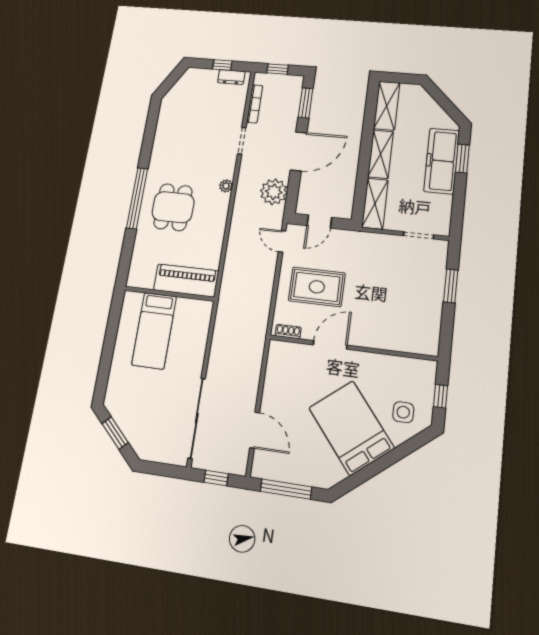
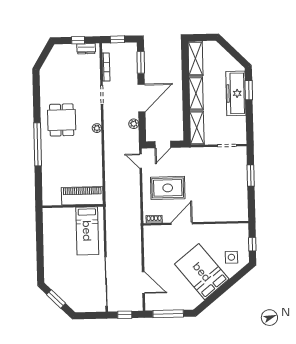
plant: (274, 192) -> (134, 124), width x0.53, depth x0.53
dining table: (173, 207) -> (62, 120), moved
bed: (154, 331) -> (87, 231), moved

